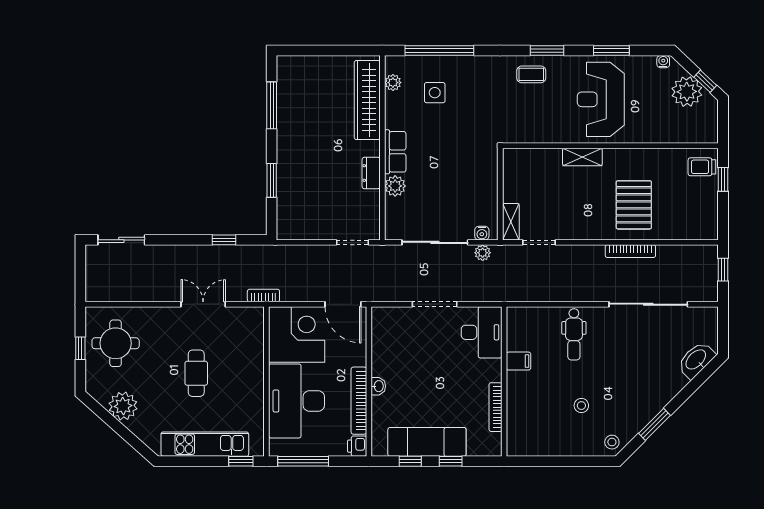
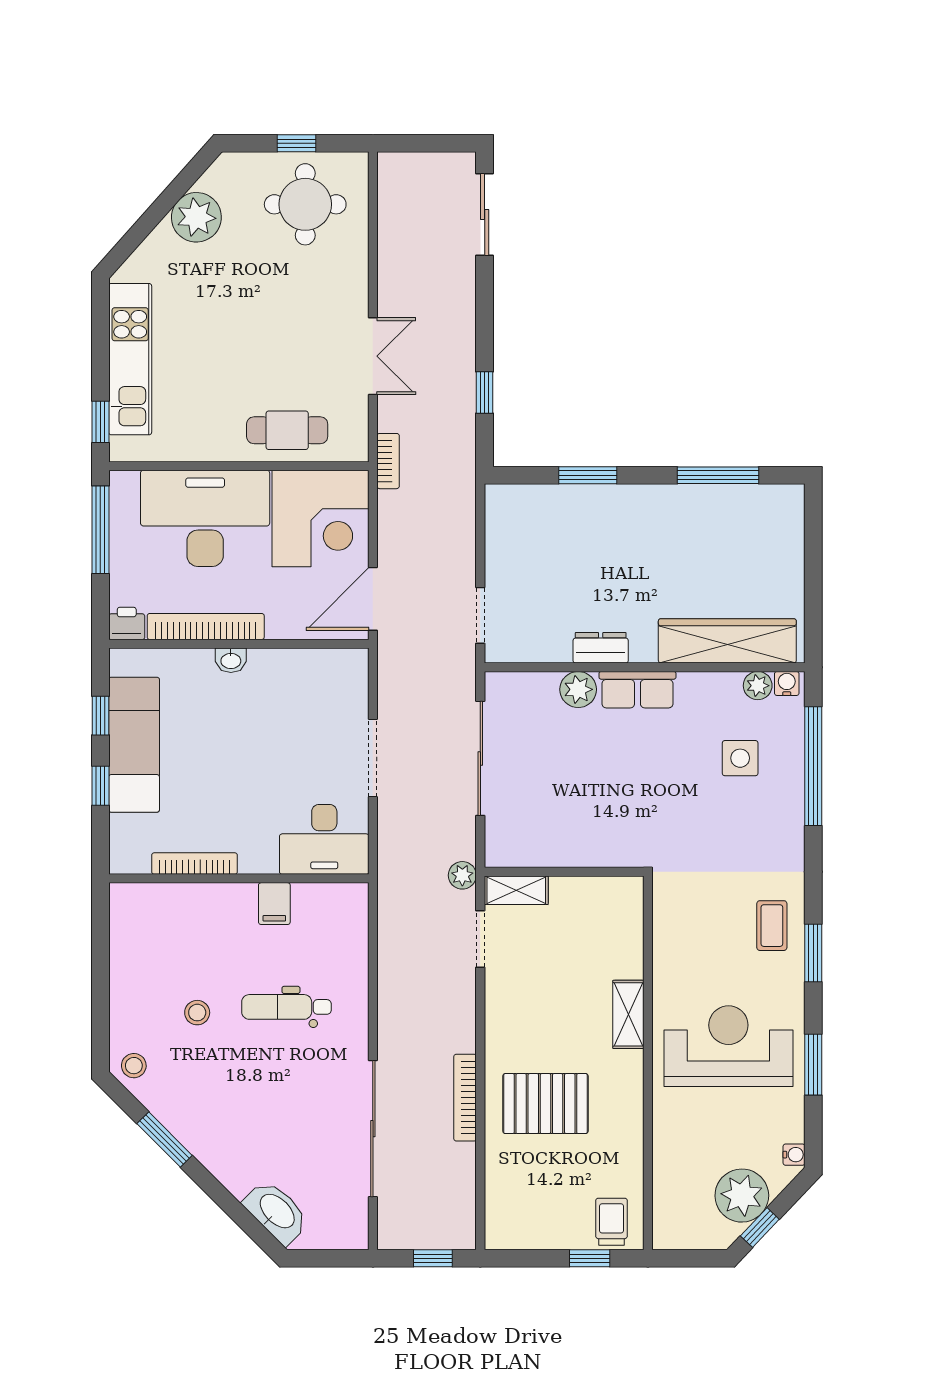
water cooler: (482, 233) -> (787, 683), moved, turned 90
plant: (483, 253) -> (462, 875), moved
dental chair: (574, 334) -> (287, 1007), moved
cafe table: (196, 373) -> (287, 430), moved

